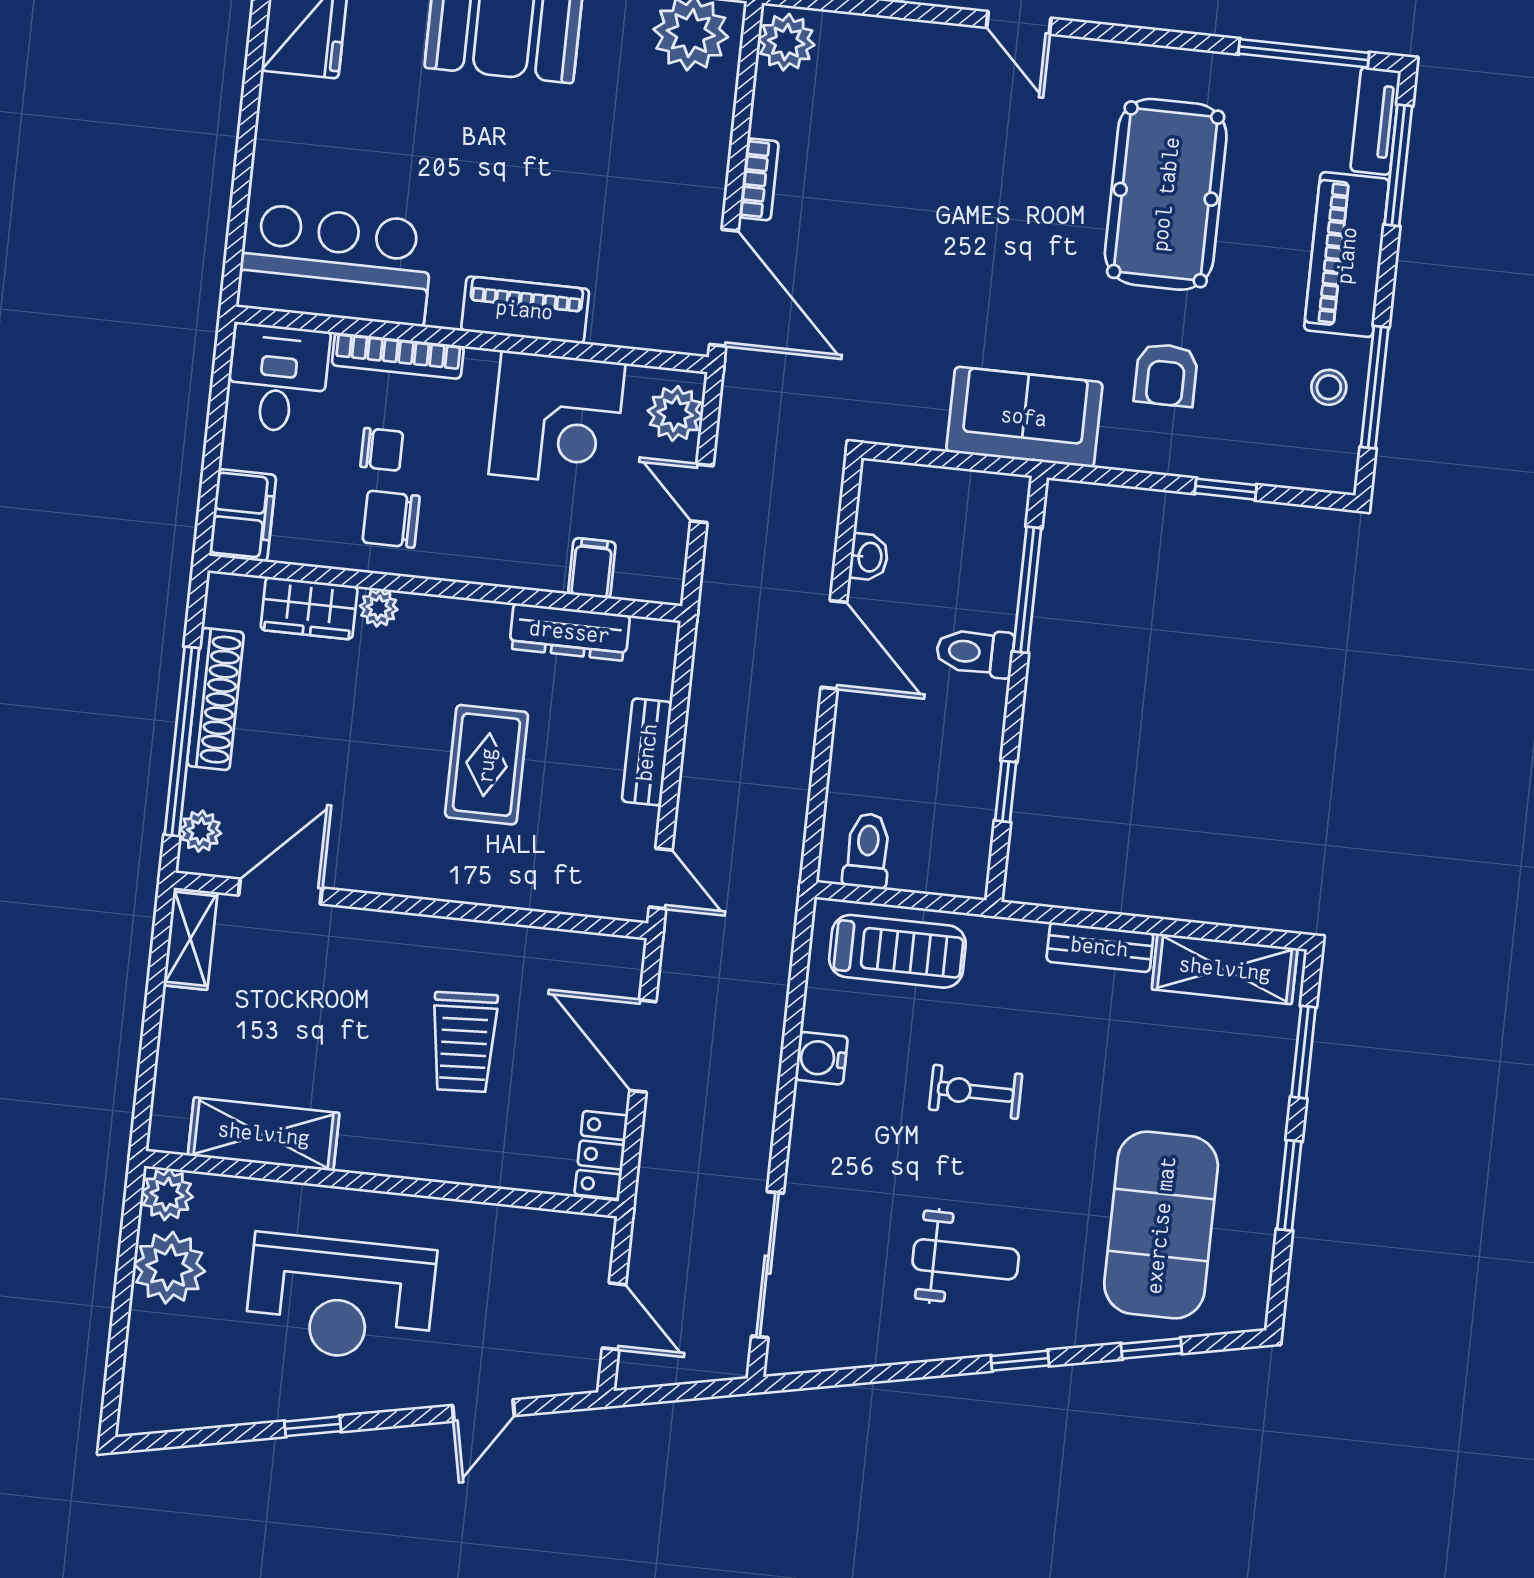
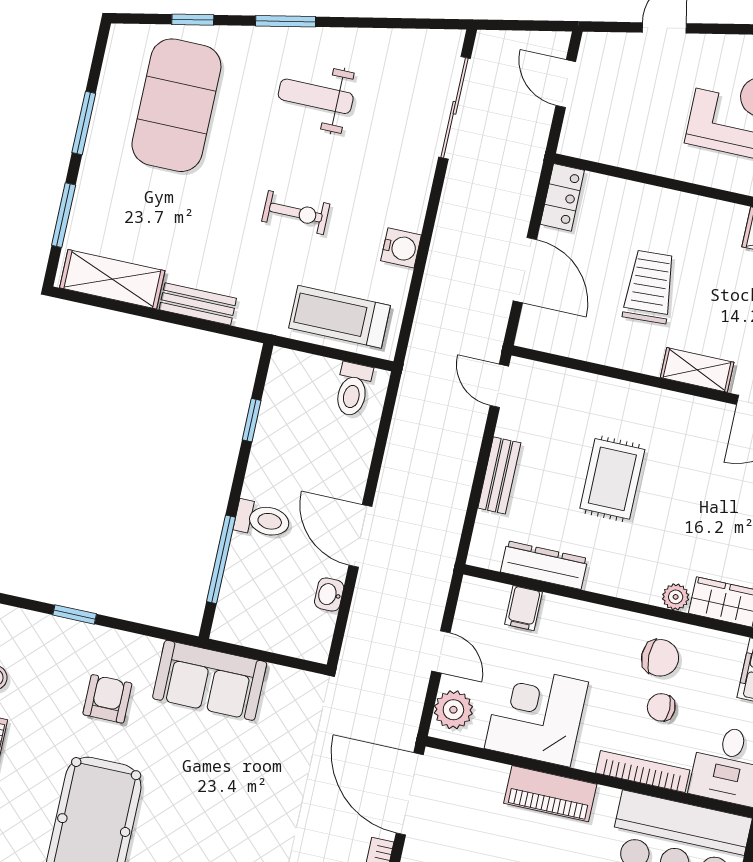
shelving: (384, 932) -> (697, 370), added
window: (1020, 1361) -> (286, 21), width x1.50

